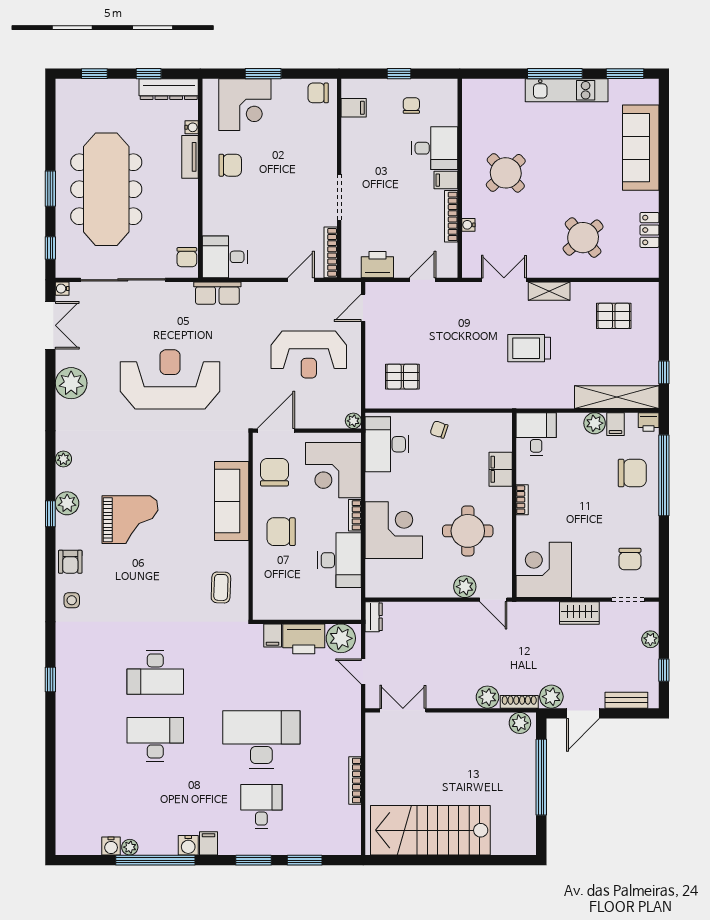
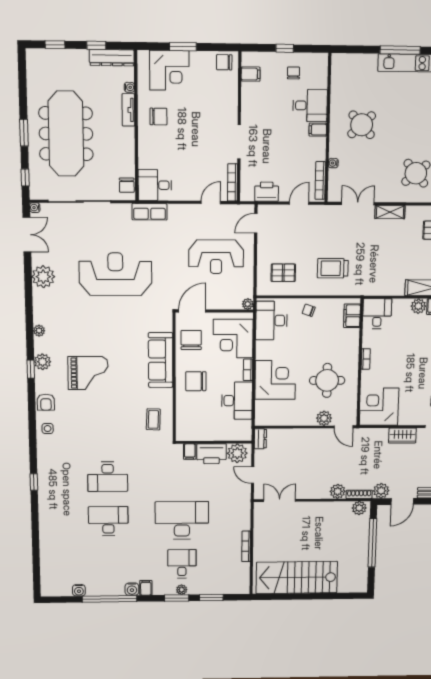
bookcase: (451, 216) -> (320, 181), moved
trolley: (529, 348) -> (333, 268), moved
filing cabinet: (501, 469) -> (352, 316), moved
plant: (130, 847) -> (182, 590), moved

